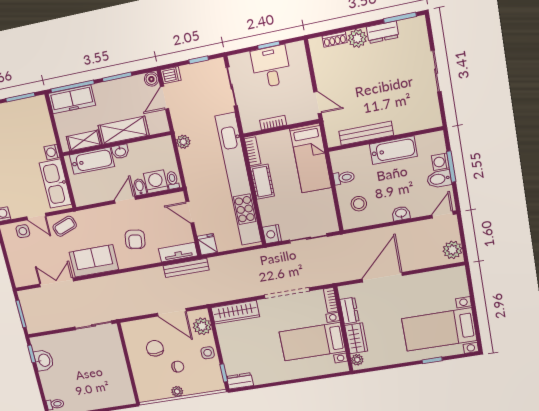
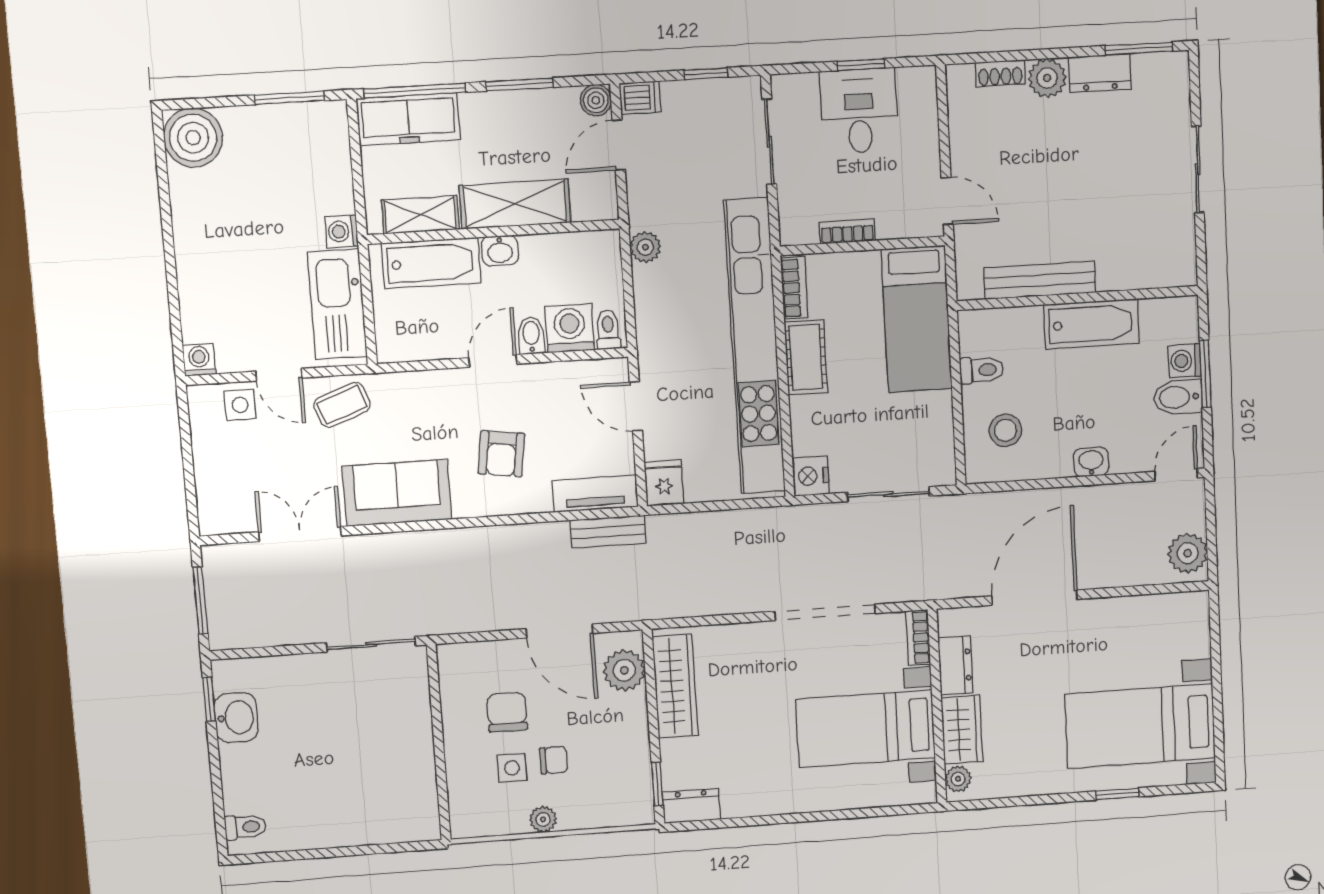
bench: (186, 268) -> (608, 532), width x0.73
wardrobe: (235, 312) -> (675, 686), moved, turned -90
side table: (208, 353) -> (512, 768), moved

